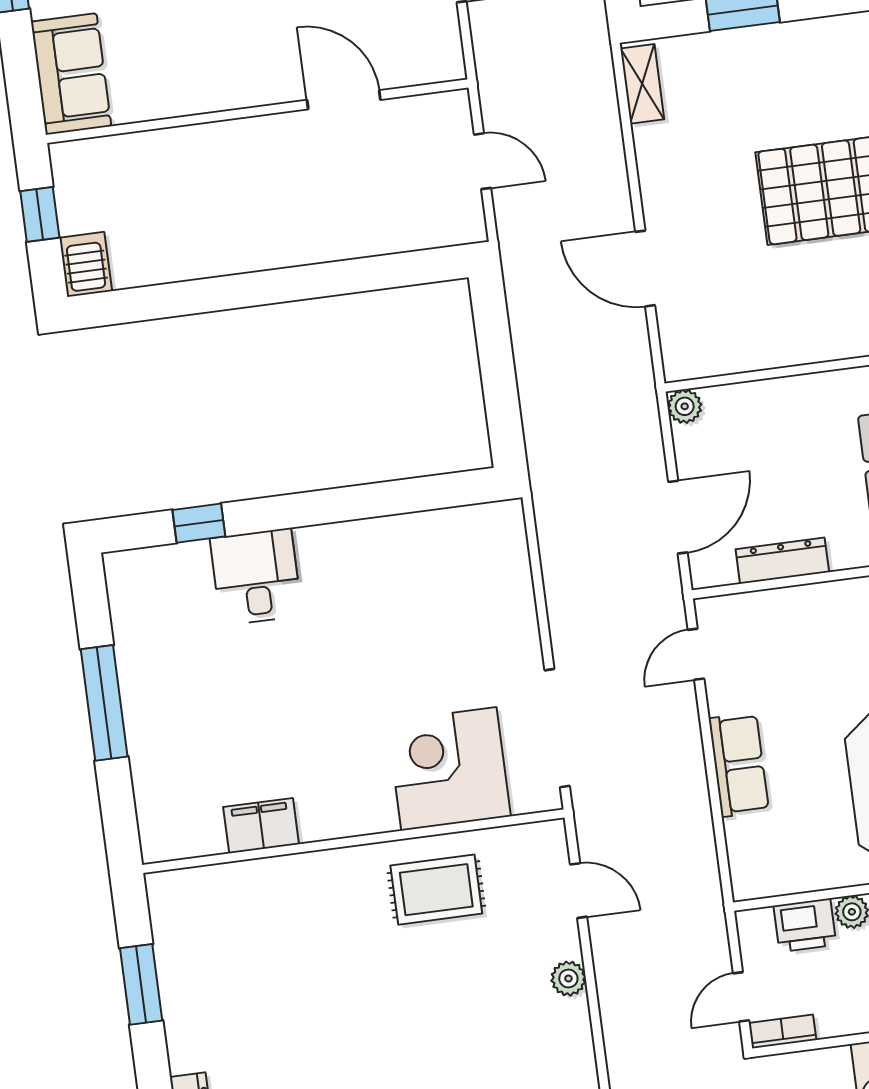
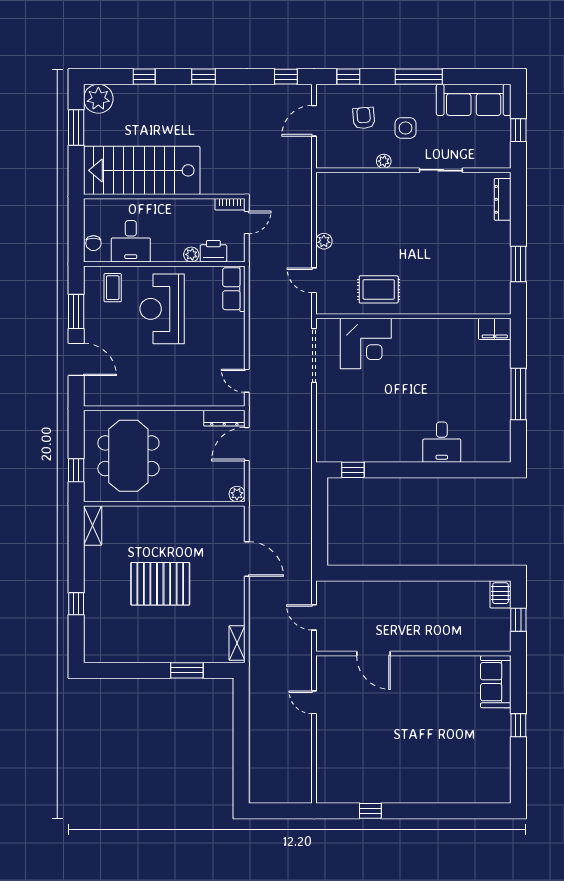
window: (199, 523) -> (353, 470), moved
dresser: (782, 561) -> (224, 418), moved
door: (696, 654) -> (247, 381), swing flipped
row of seats: (739, 765) -> (234, 289), moved
filing cabinet: (261, 826) -> (495, 329), moved

